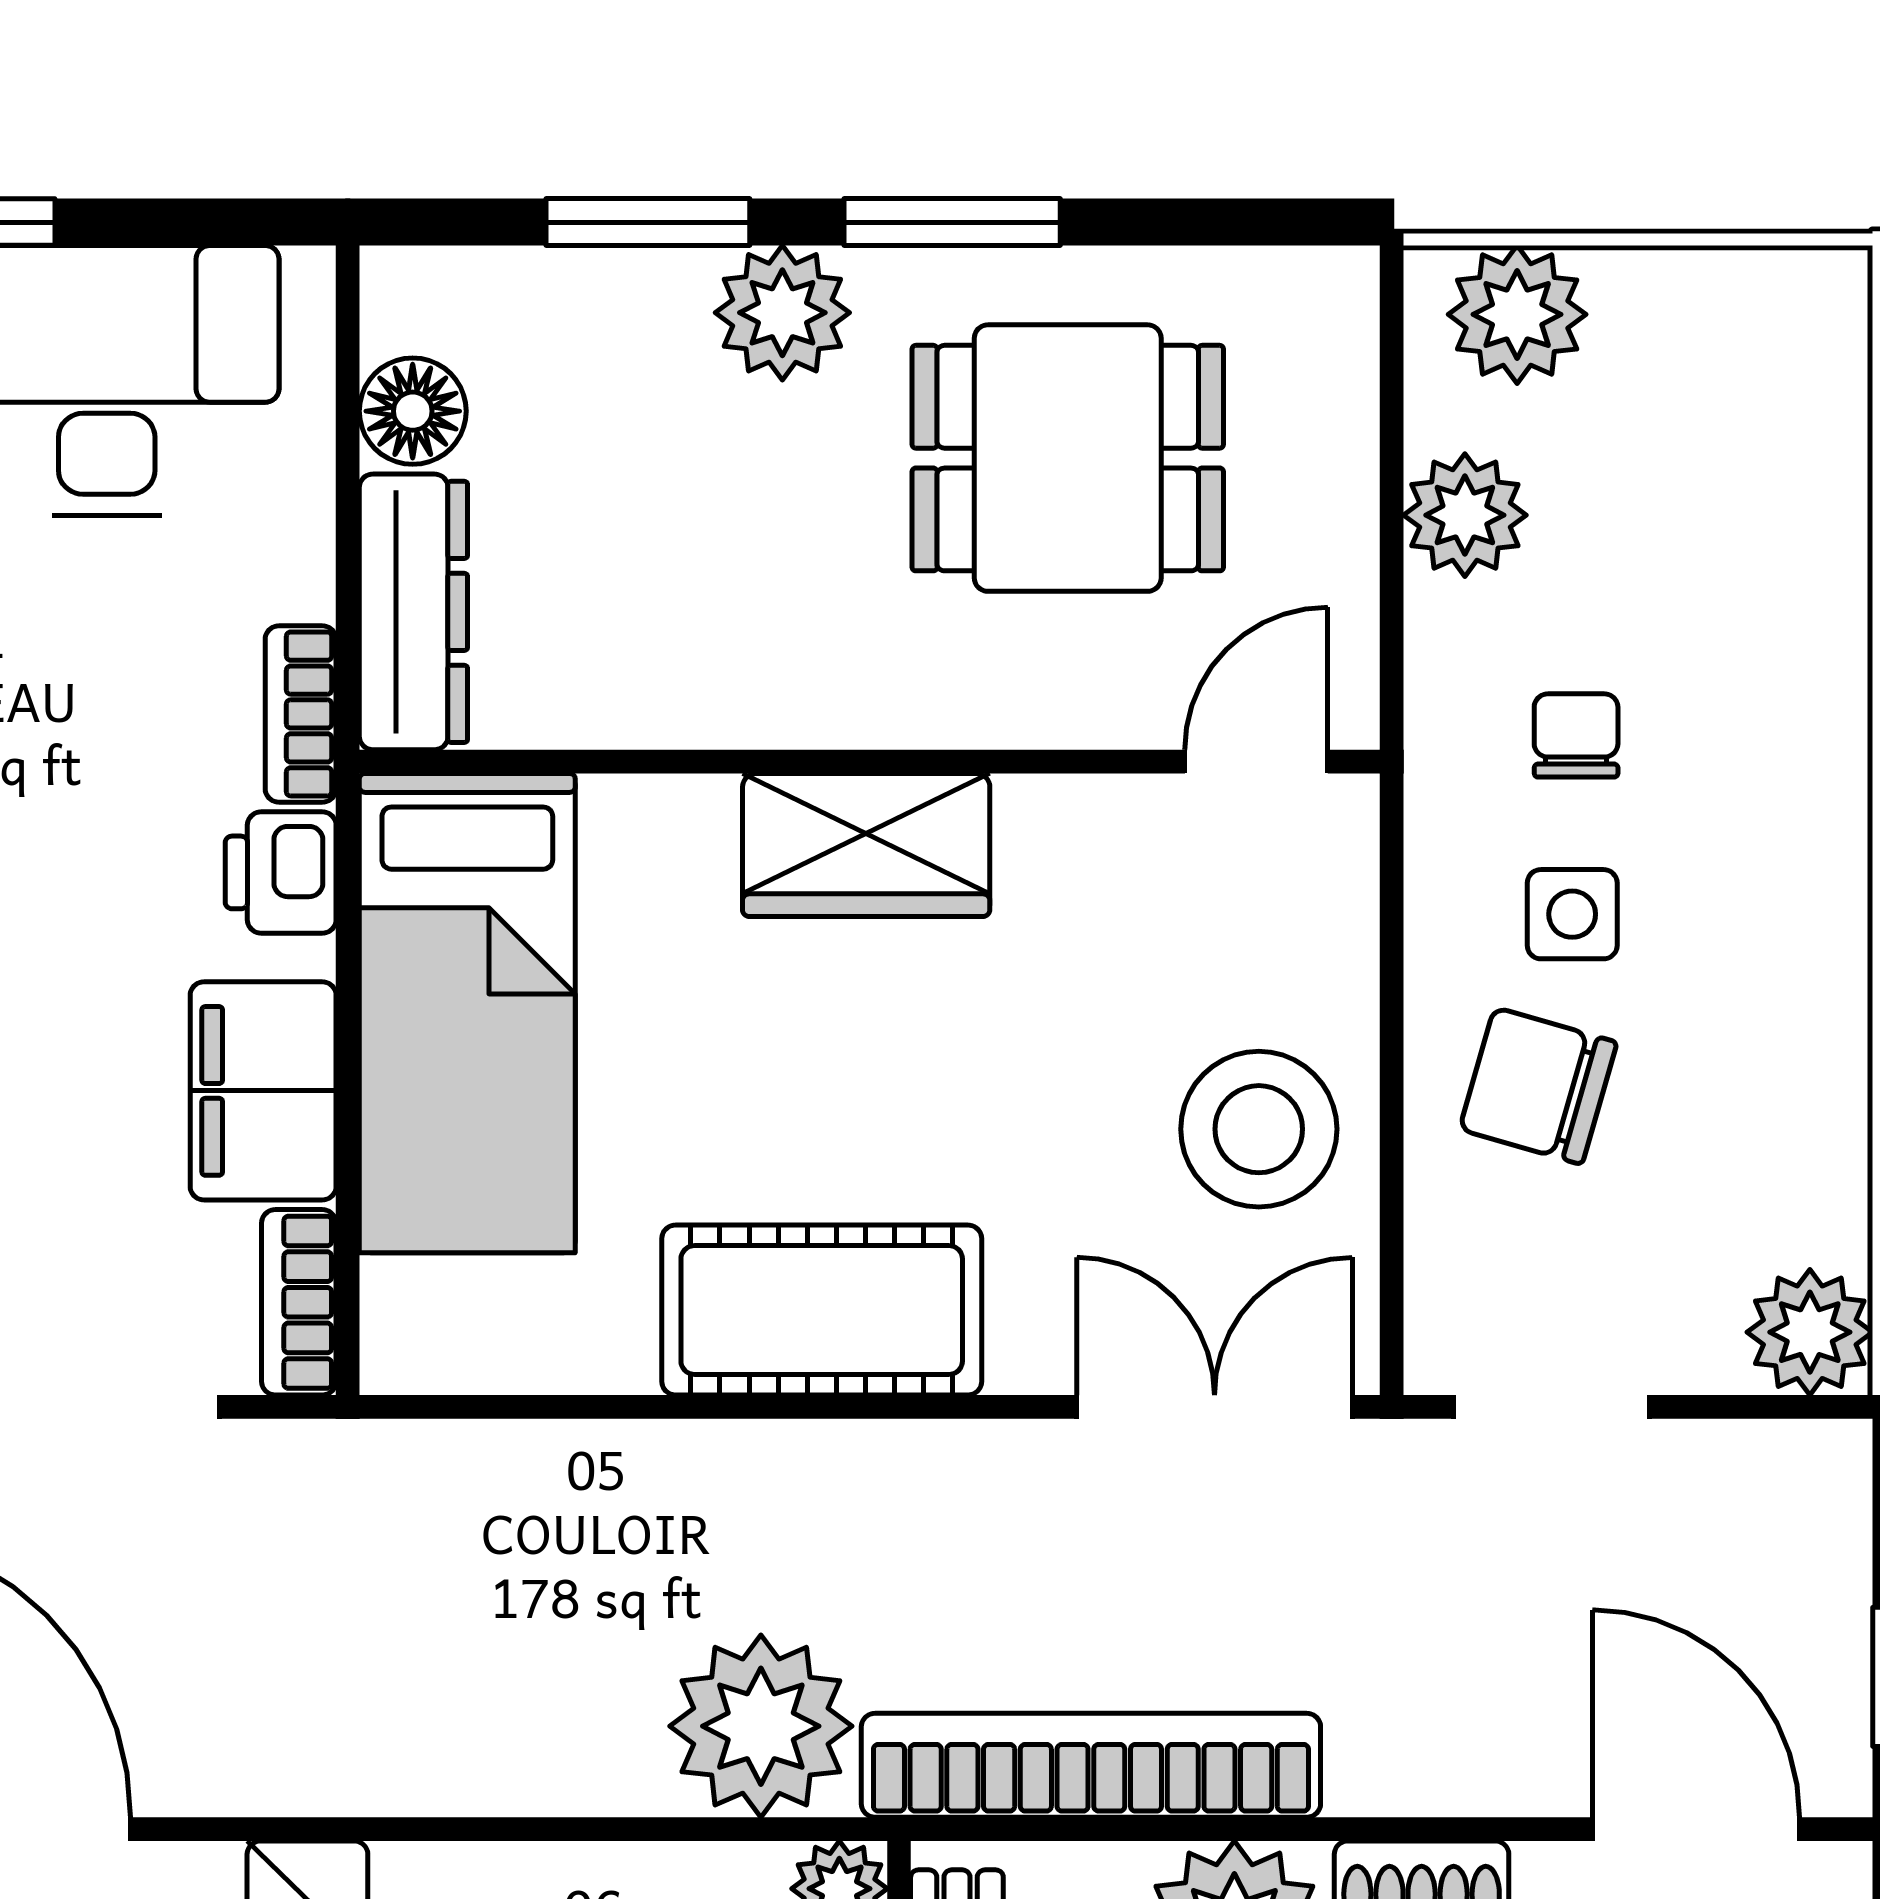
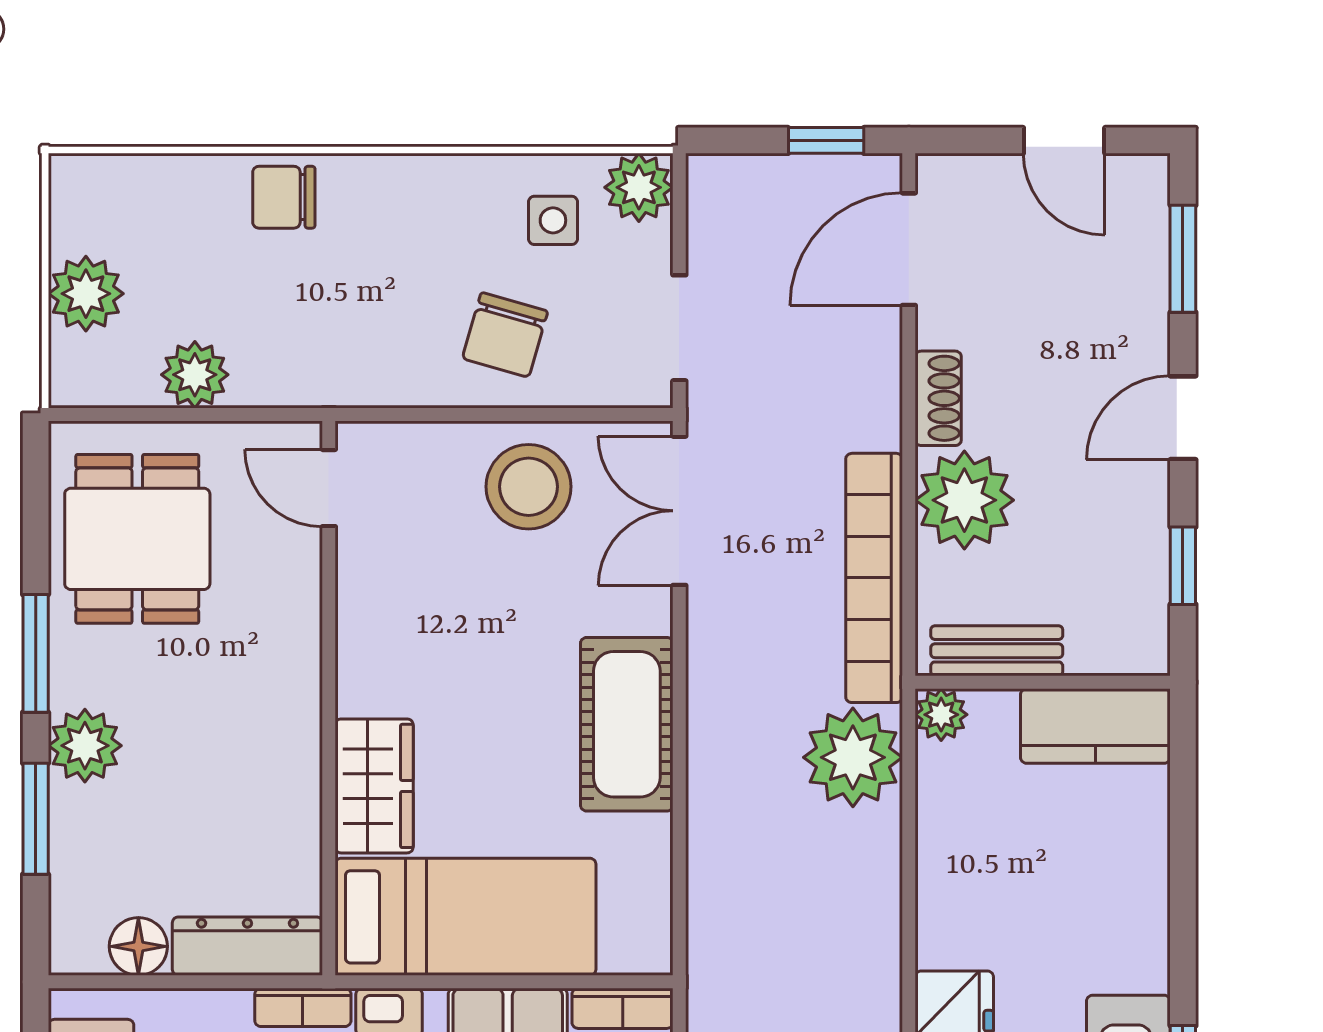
plant: (1517, 314) -> (86, 294), moved
dining table: (1068, 458) -> (137, 539), moved
chair: (1576, 735) -> (284, 197), moved, width x1.37, depth x1.37
wardrobe: (866, 845) -> (374, 786), moved
side table: (1572, 914) -> (553, 220), moved

